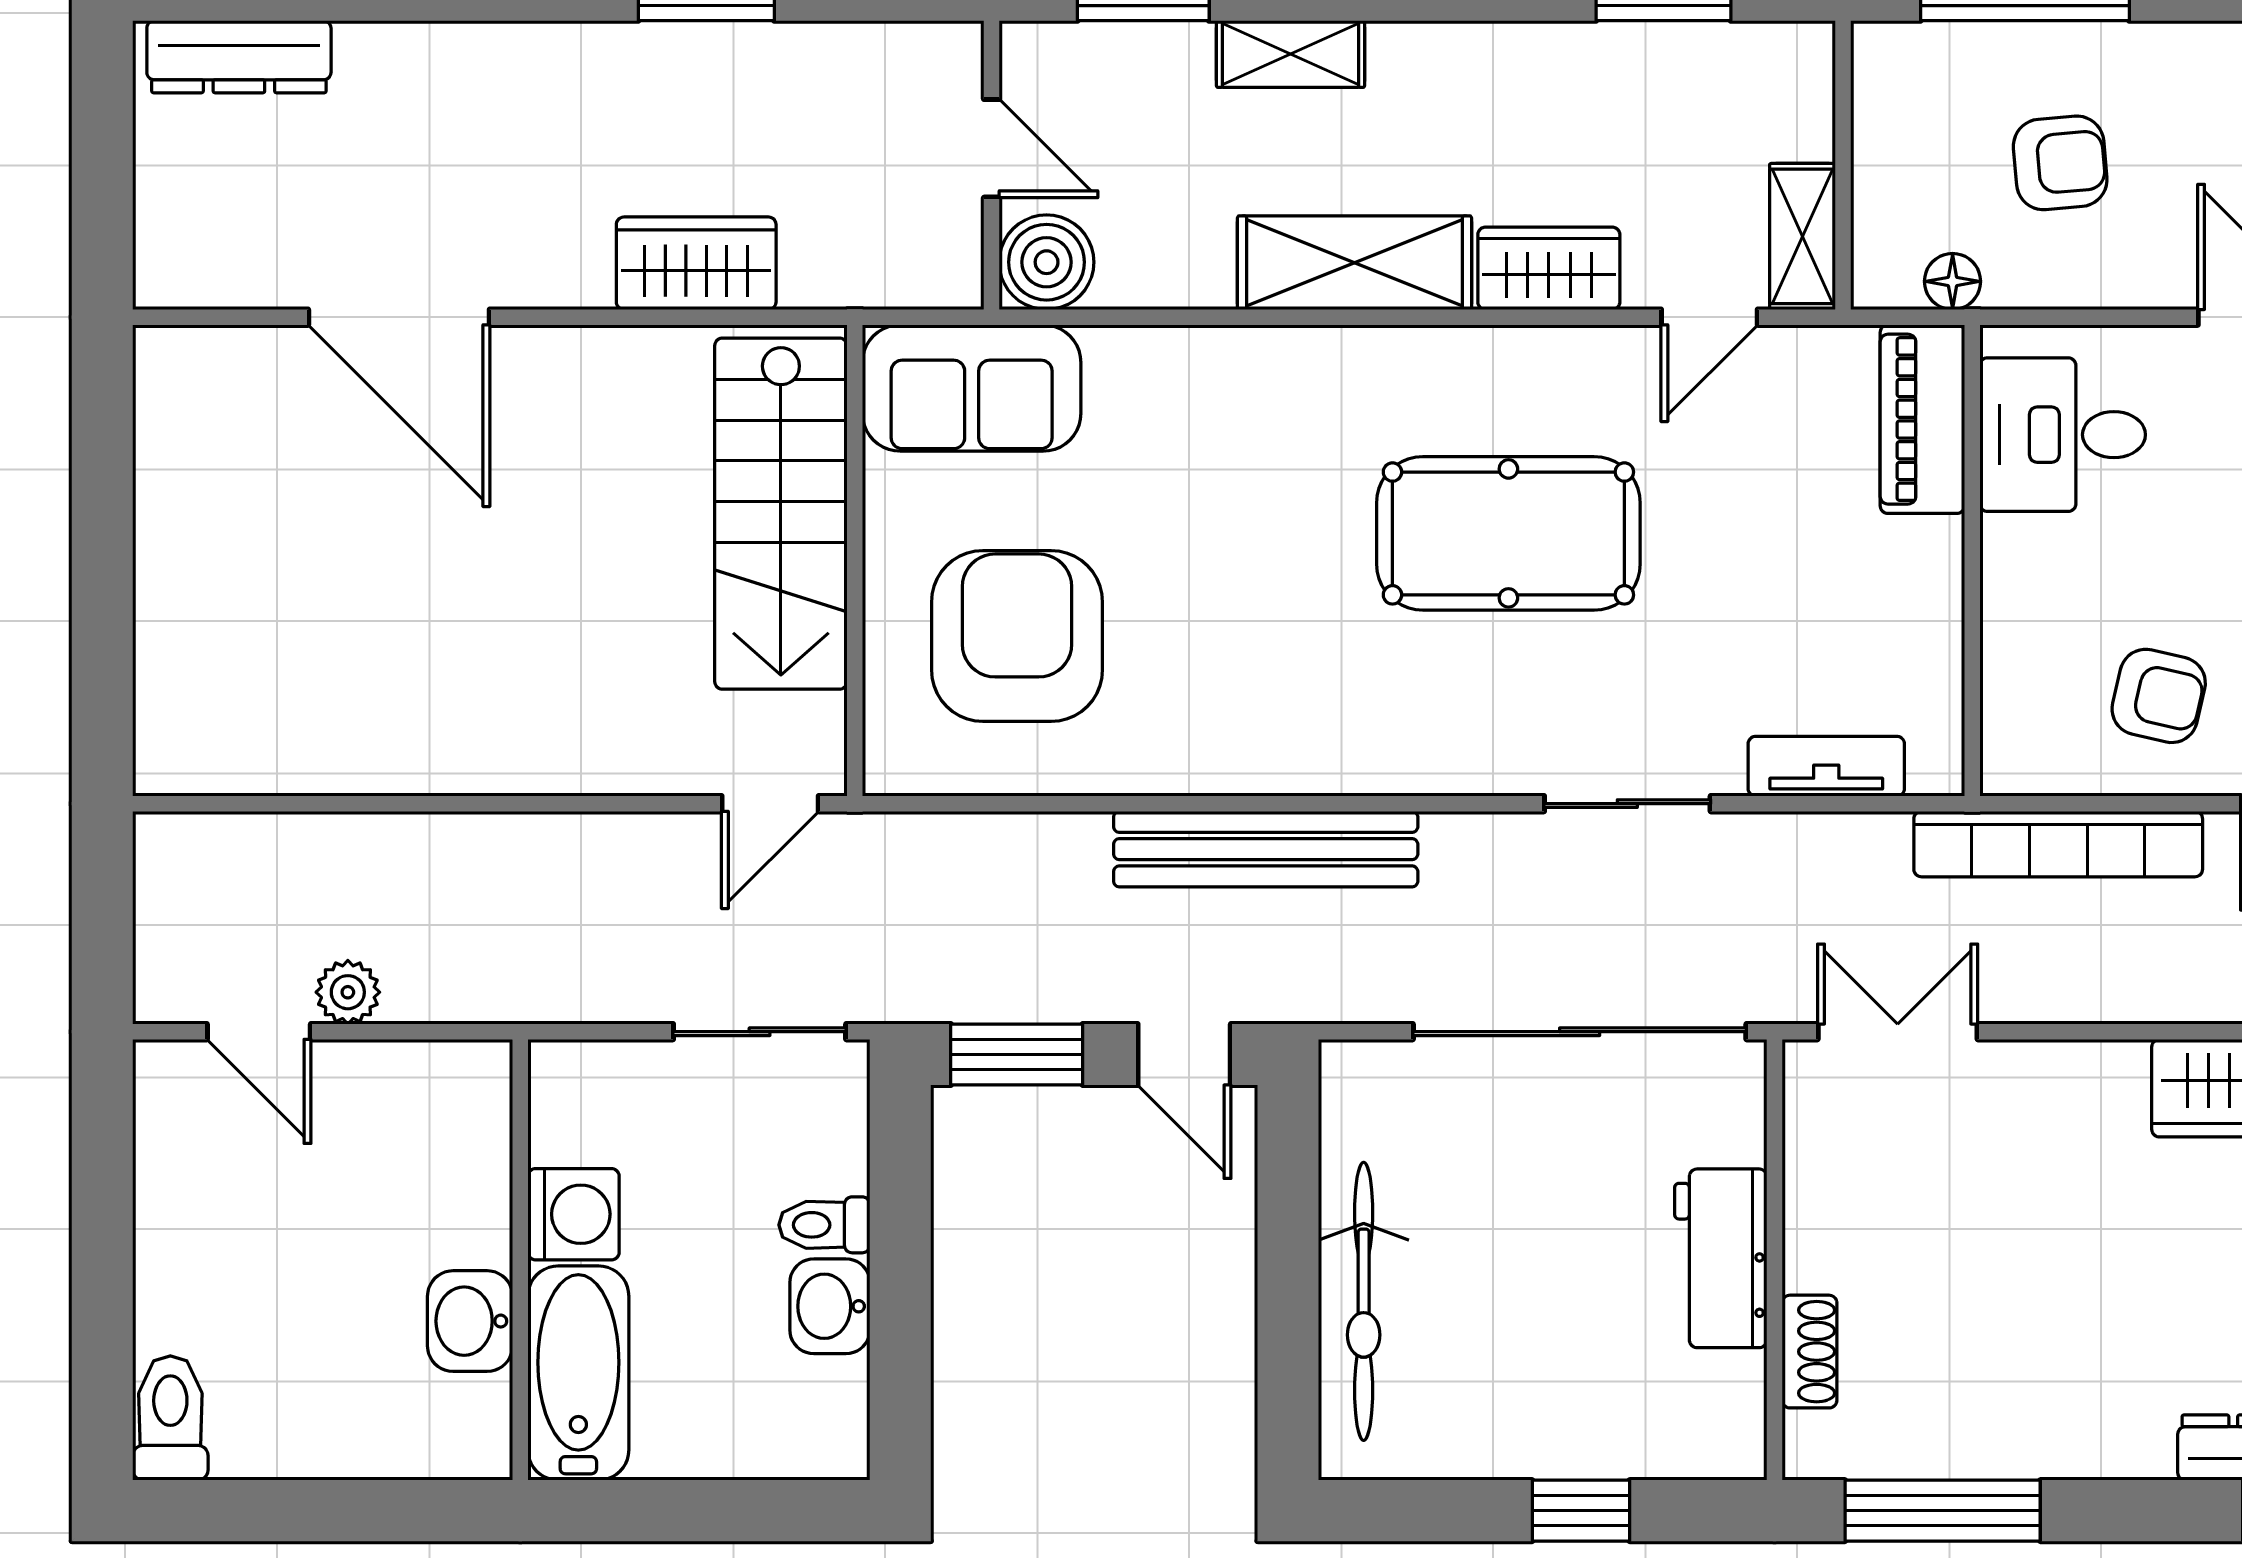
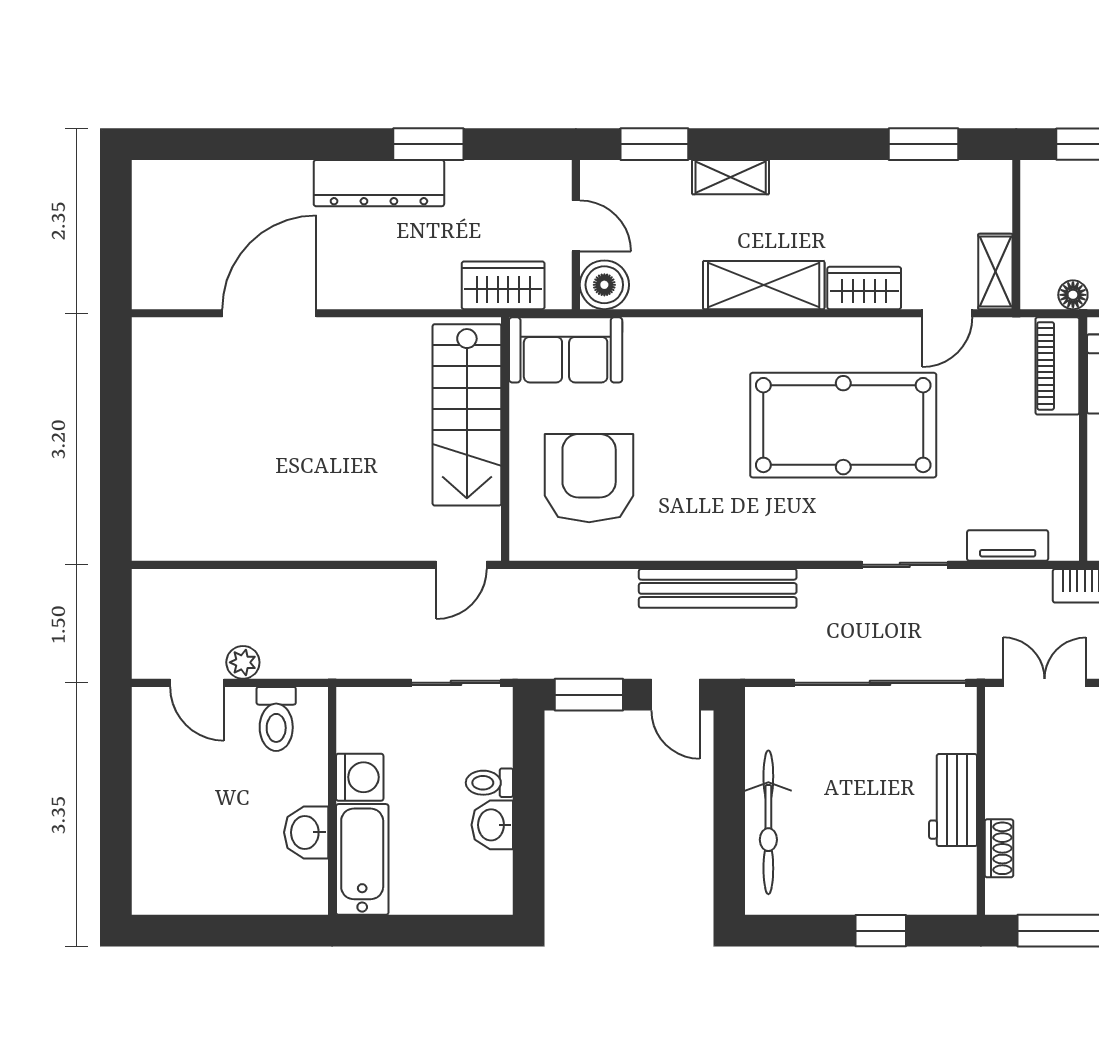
dresser: (239, 57) -> (379, 183), moved, width x1.37, depth x1.24
wardrobe: (696, 263) -> (503, 285), moved
door: (399, 317) -> (269, 313), swing flipped
pool table: (1508, 533) -> (843, 425), width x1.36, depth x1.32
toilet: (170, 1418) -> (276, 719), moved, turned 180

